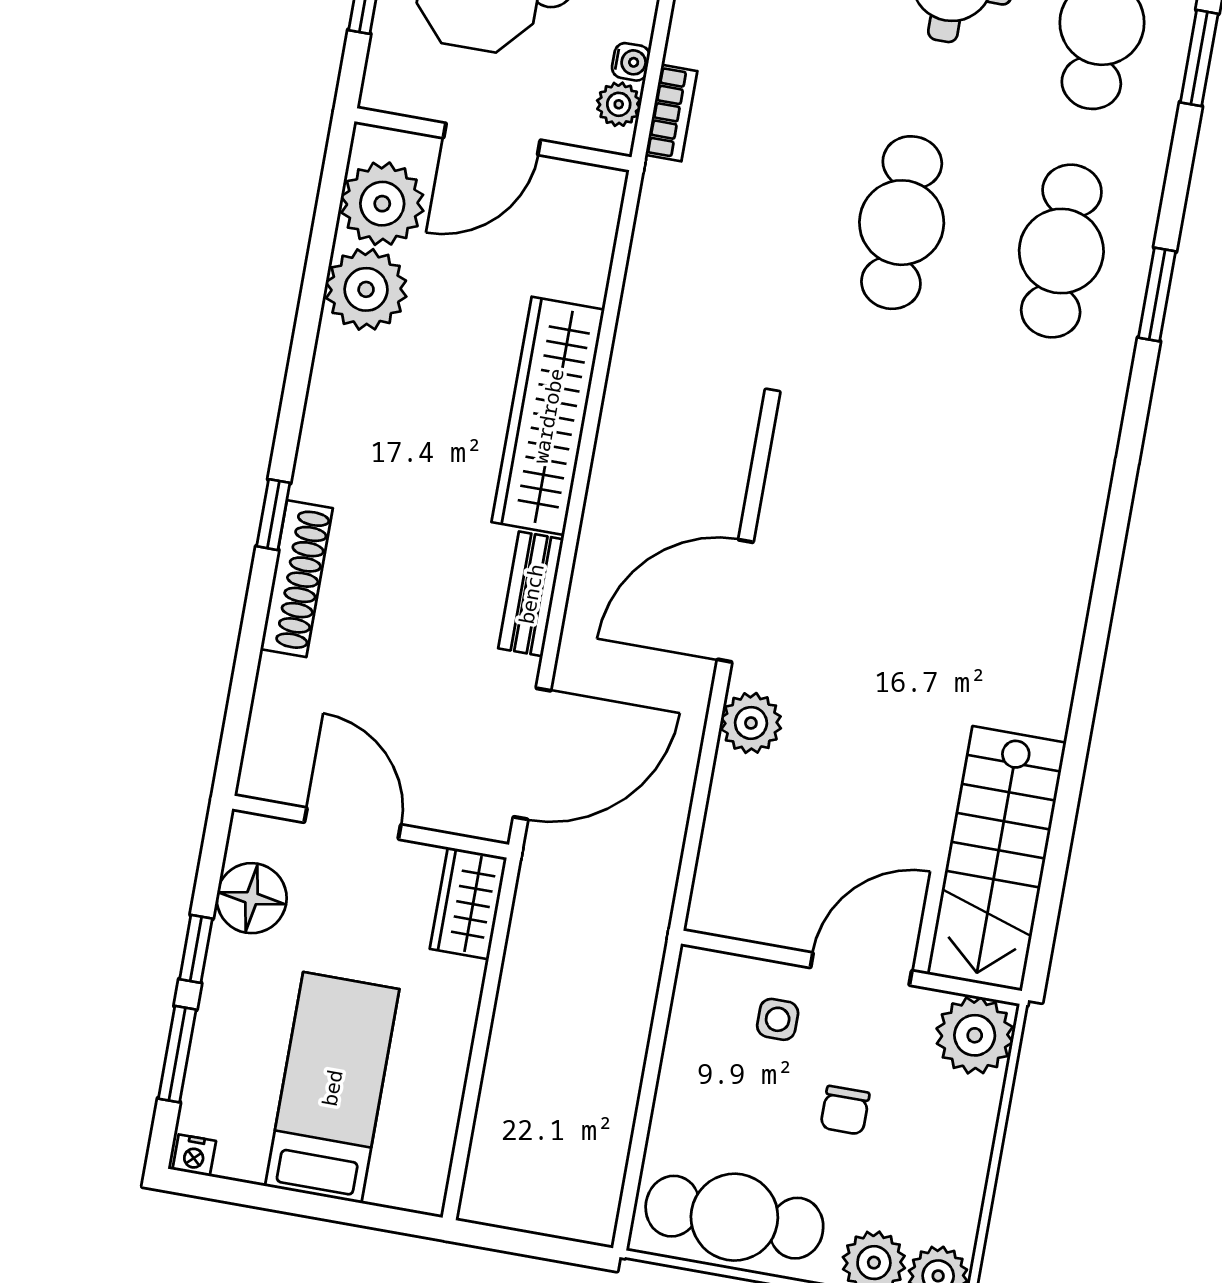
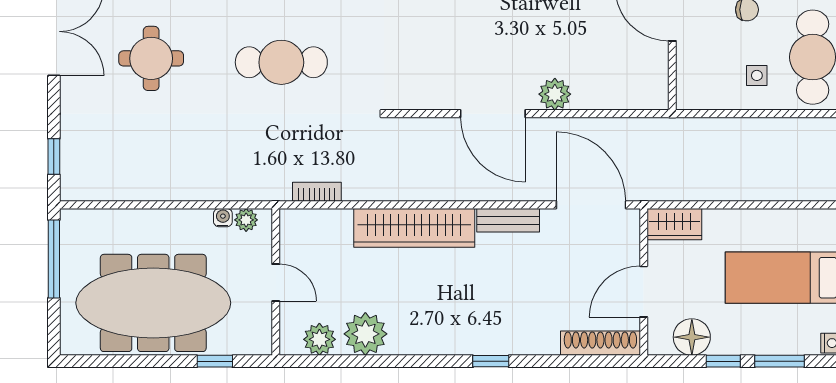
bookcase: (671, 113) -> (317, 192), moved
door: (492, 139) -> (276, 283), width x0.73
plant: (382, 204) -> (319, 339), width x0.73, depth x0.73
shoe rack: (297, 579) -> (600, 343), moved
side table: (778, 1019) -> (757, 75), moved

